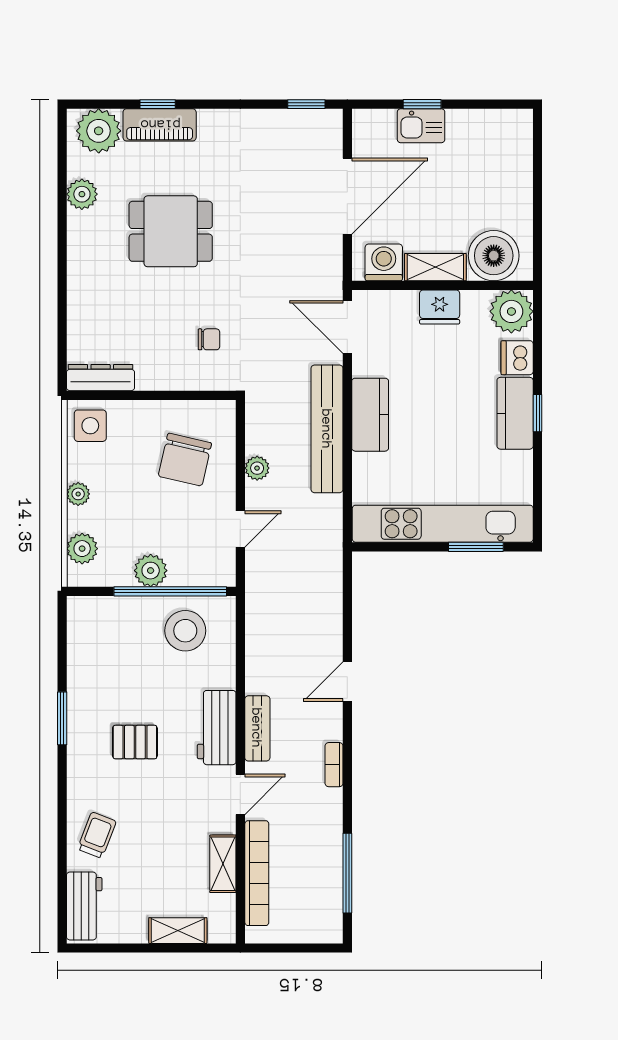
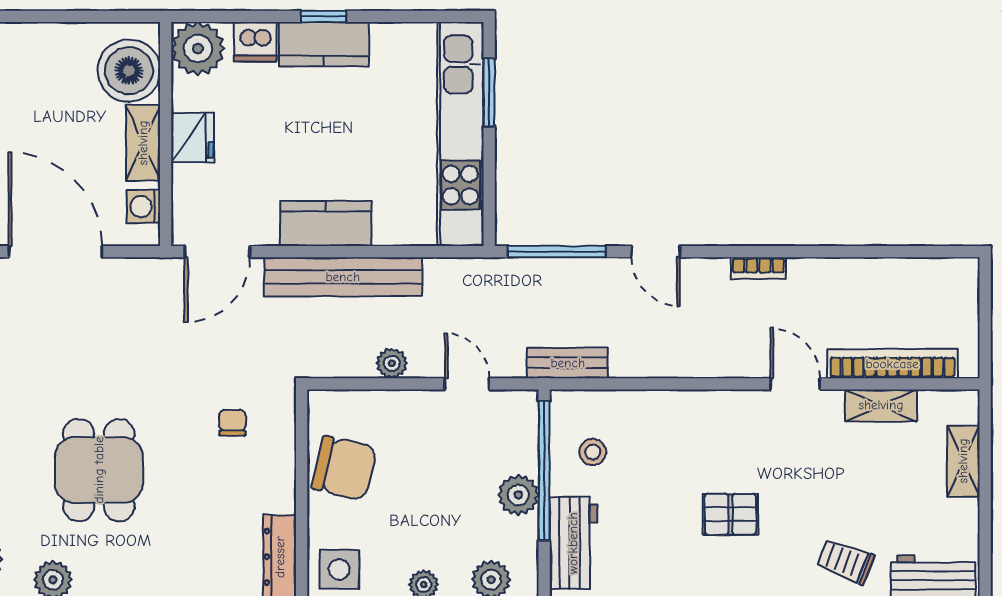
washing machine: (384, 262) -> (144, 207), width x0.73, depth x0.73
chair: (185, 460) -> (344, 468), moved
stool: (185, 631) -> (593, 452), width x0.53, depth x0.53
workbench: (217, 728) -> (573, 543), moved, turned -90
bench: (257, 728) -> (568, 363), moved
pallet: (135, 742) -> (730, 514), turned 90
window: (347, 873) -> (557, 252), moved

